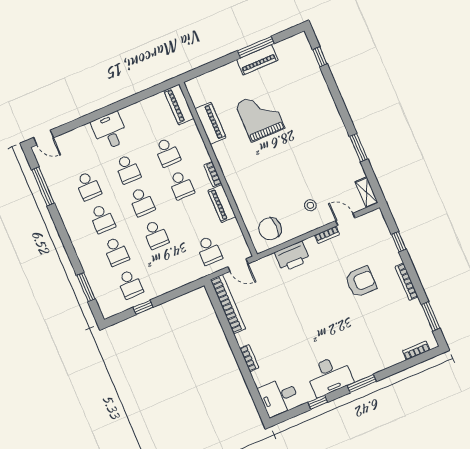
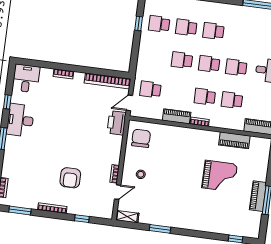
school desk: (88, 186) -> (241, 35), removed
printer: (292, 256) -> (117, 123), moved

